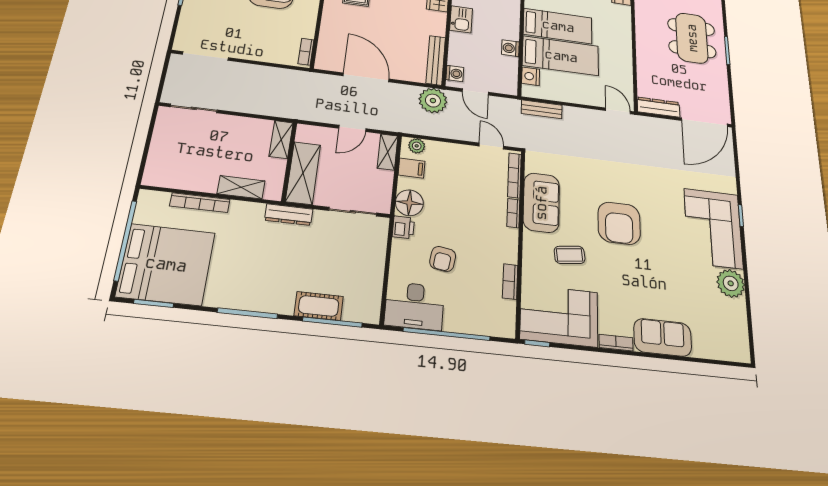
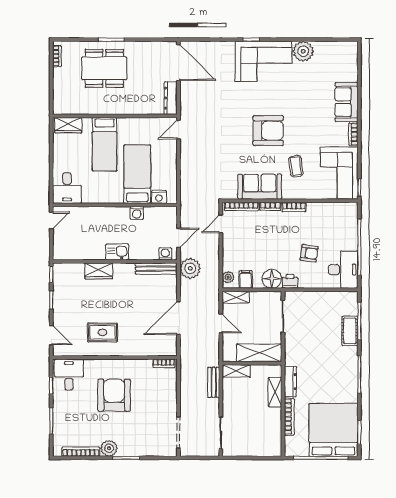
bed: (558, 26) -> (105, 144), moved, turned 180
bench: (542, 109) -> (214, 382), moved
dresser: (289, 215) -> (290, 382), moved
bookcase: (510, 282) -> (294, 207), moved

